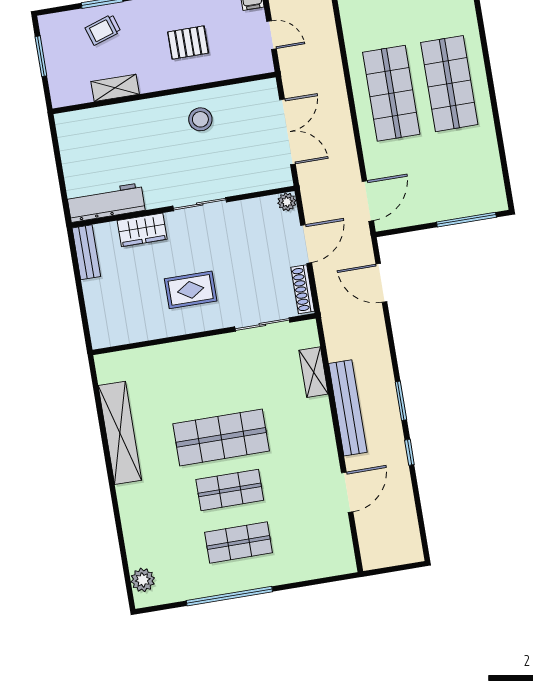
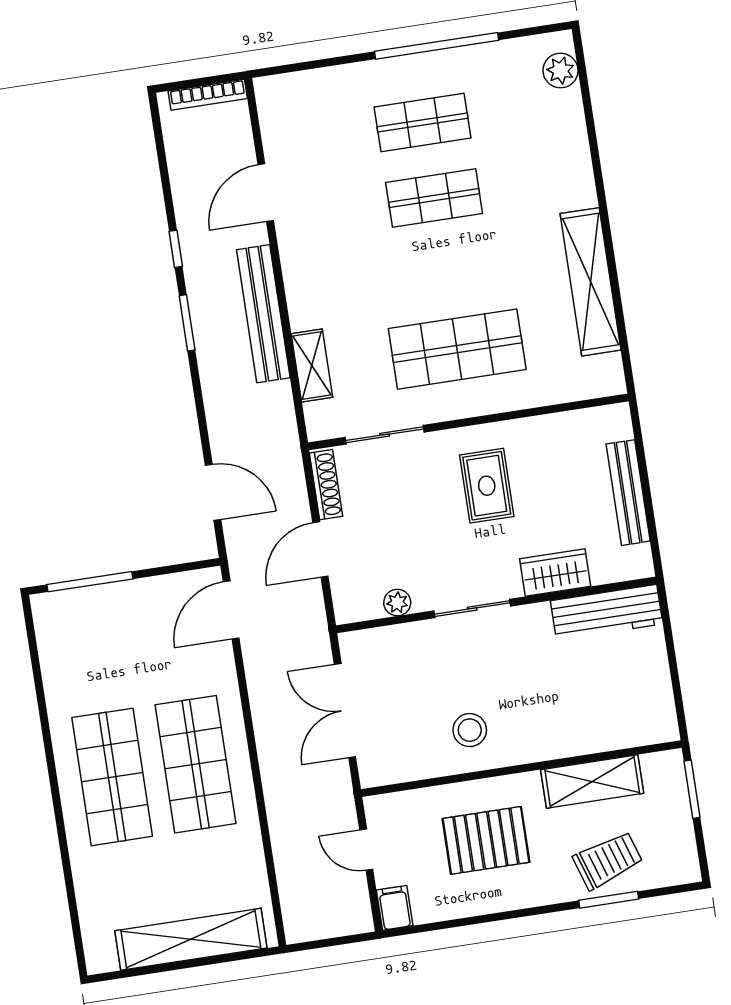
trolley: (103, 30) -> (608, 860), width x1.36, depth x1.39
pallet: (188, 43) -> (486, 840), width x1.50, depth x1.42
window: (41, 56) -> (692, 789), moved
shelving: (115, 88) -> (592, 781), width x1.50, depth x1.33
plant: (287, 202) -> (397, 603), moved
bench: (86, 252) -> (628, 493), moved, width x1.36
rug: (191, 290) -> (487, 486), turned 90
shop shelf: (221, 437) -> (457, 349), moved
bookcase: (388, 560) -> (208, 95), added

